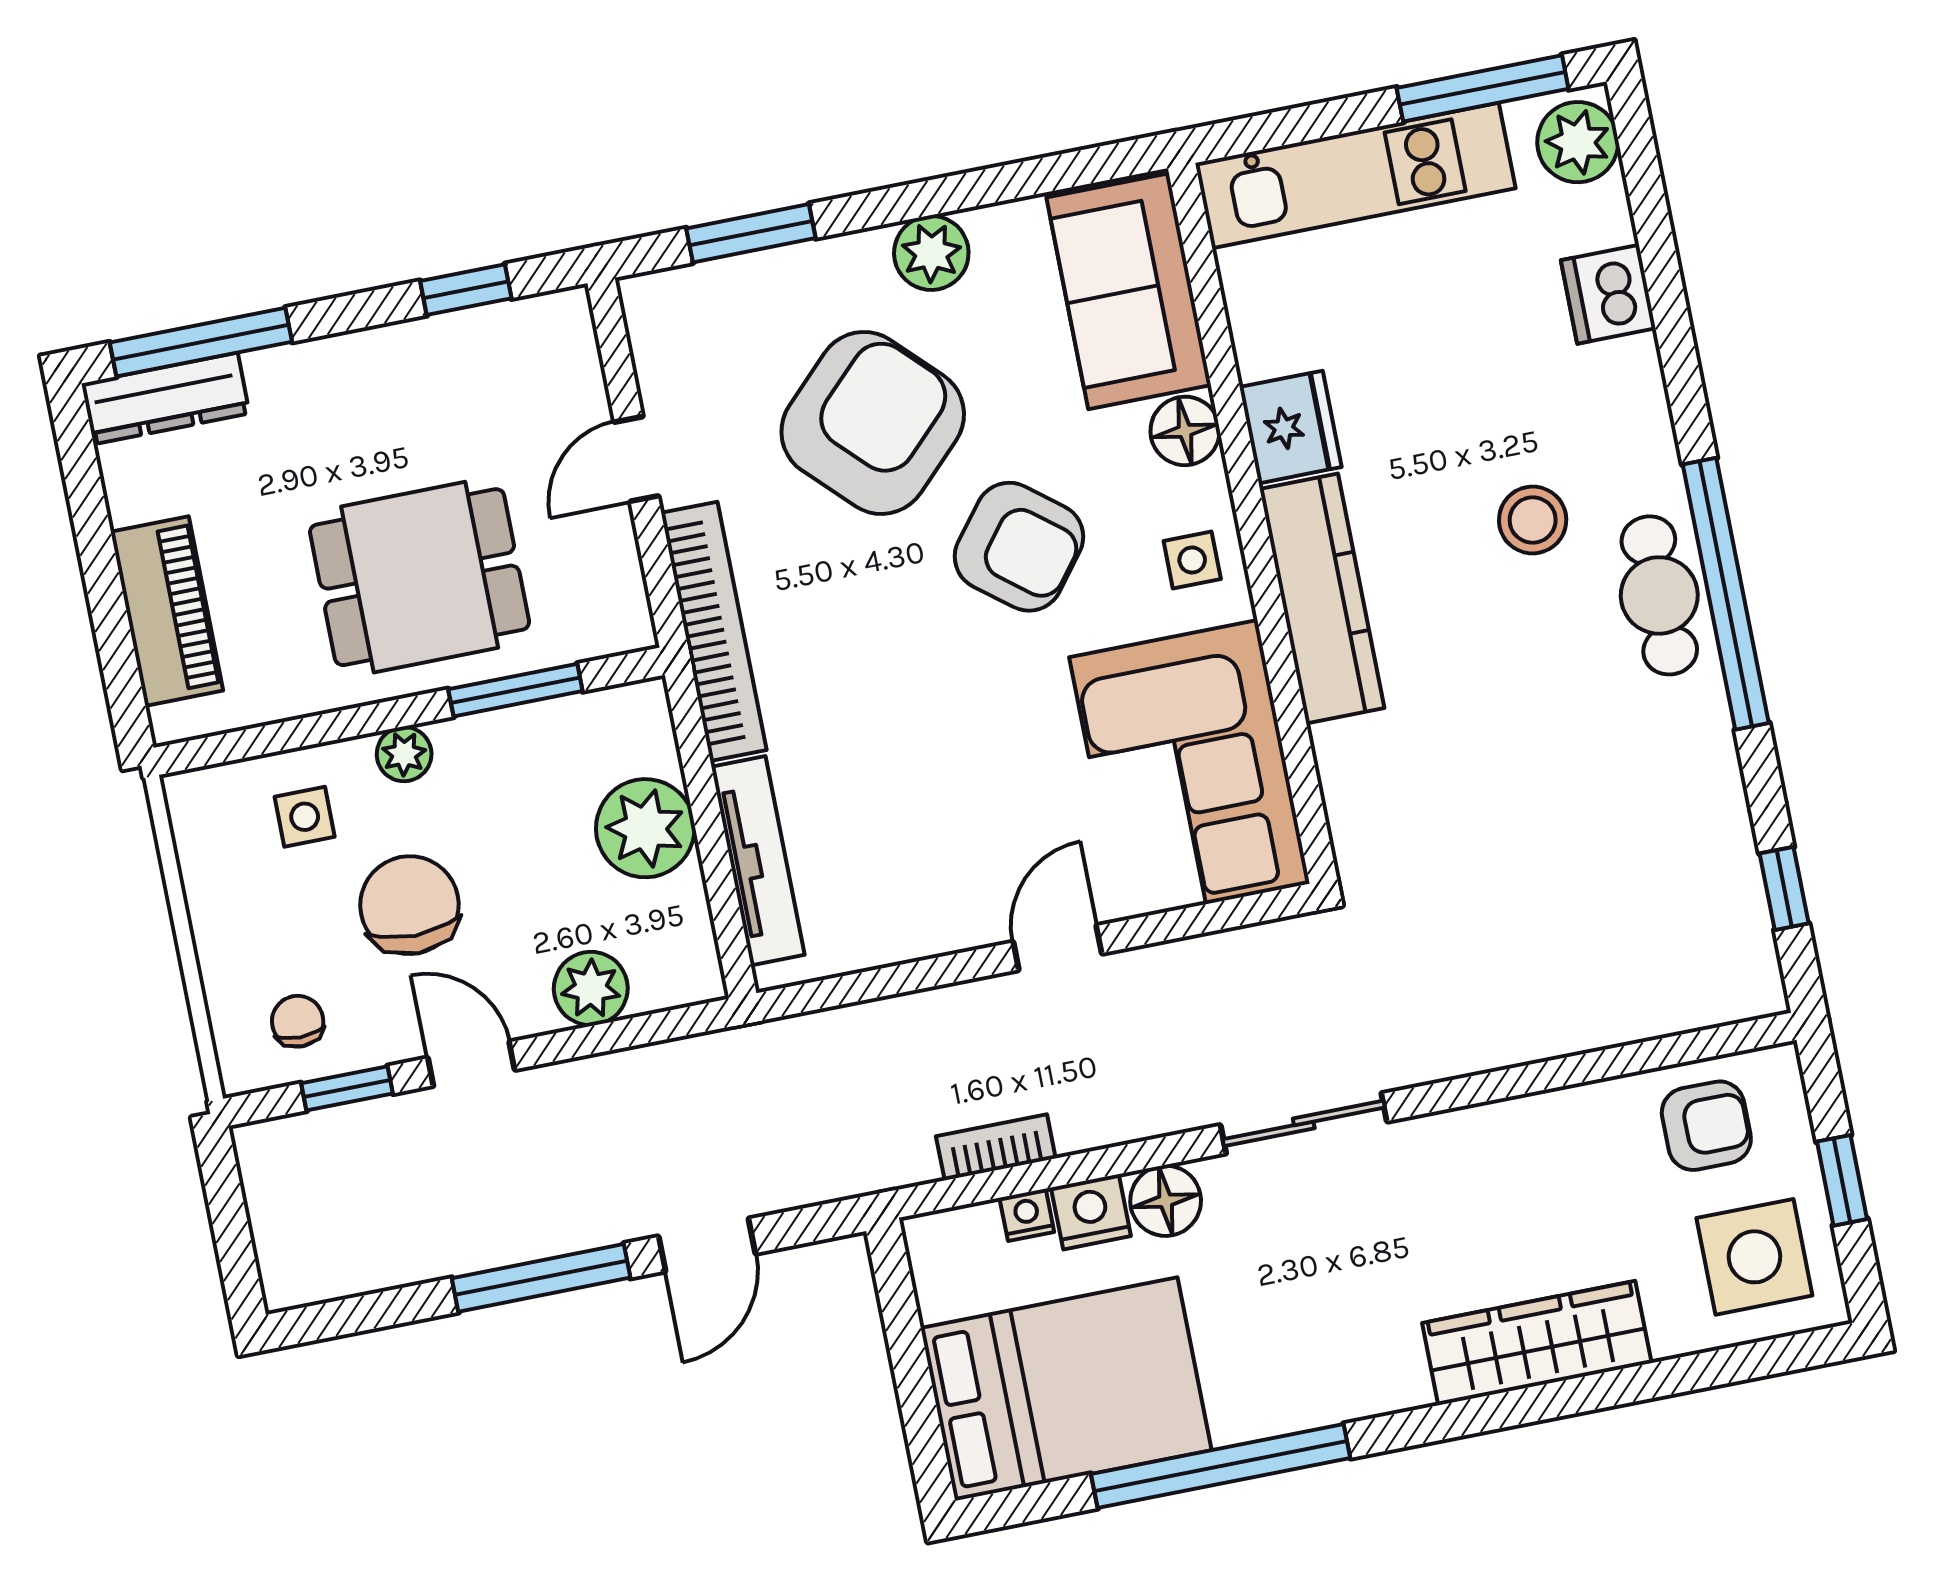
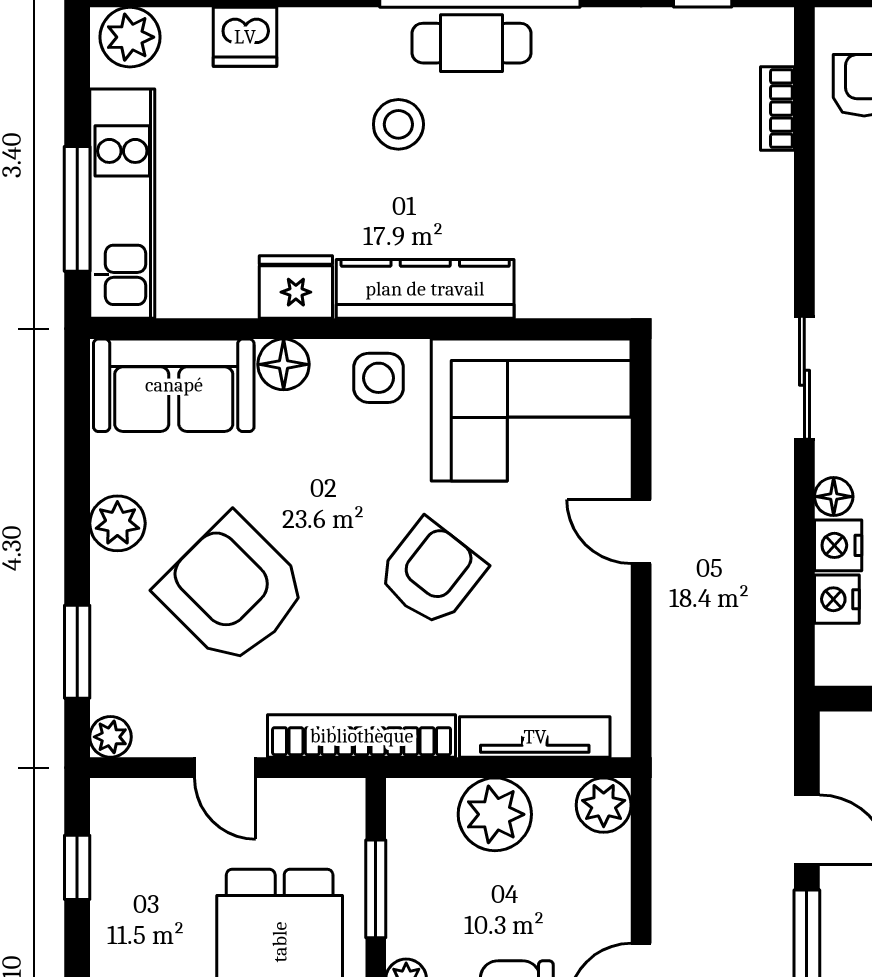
window: (1483, 88) -> (77, 209), moved
plant: (647, 300) -> (110, 737), added
armchair: (1019, 547) -> (431, 573), moved
side table: (1192, 560) -> (378, 378), width x1.37, depth x1.37
plant: (591, 988) -> (604, 805), moved
bookcase: (996, 1147) -> (777, 109), moved
floor lamp: (1166, 1201) -> (834, 497), width x0.73, depth x0.73
nightstand: (1027, 1215) -> (837, 599), width x1.39, depth x1.35

